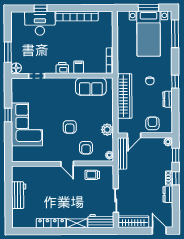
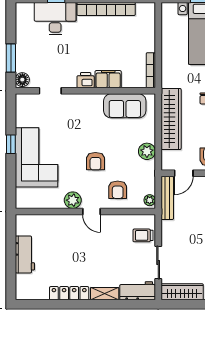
filing cabinet: (79, 67) -> (108, 79), width x2.00
plant: (107, 130) -> (147, 151), moved
plant: (53, 155) -> (73, 200), added
trolley: (92, 175) -> (143, 235), moved

